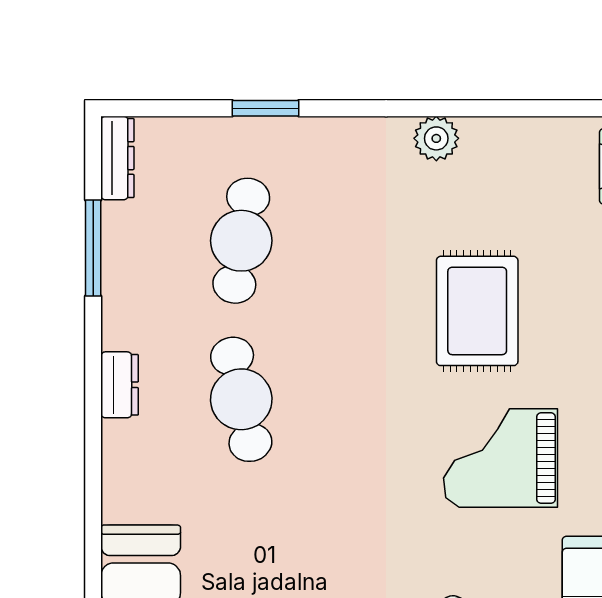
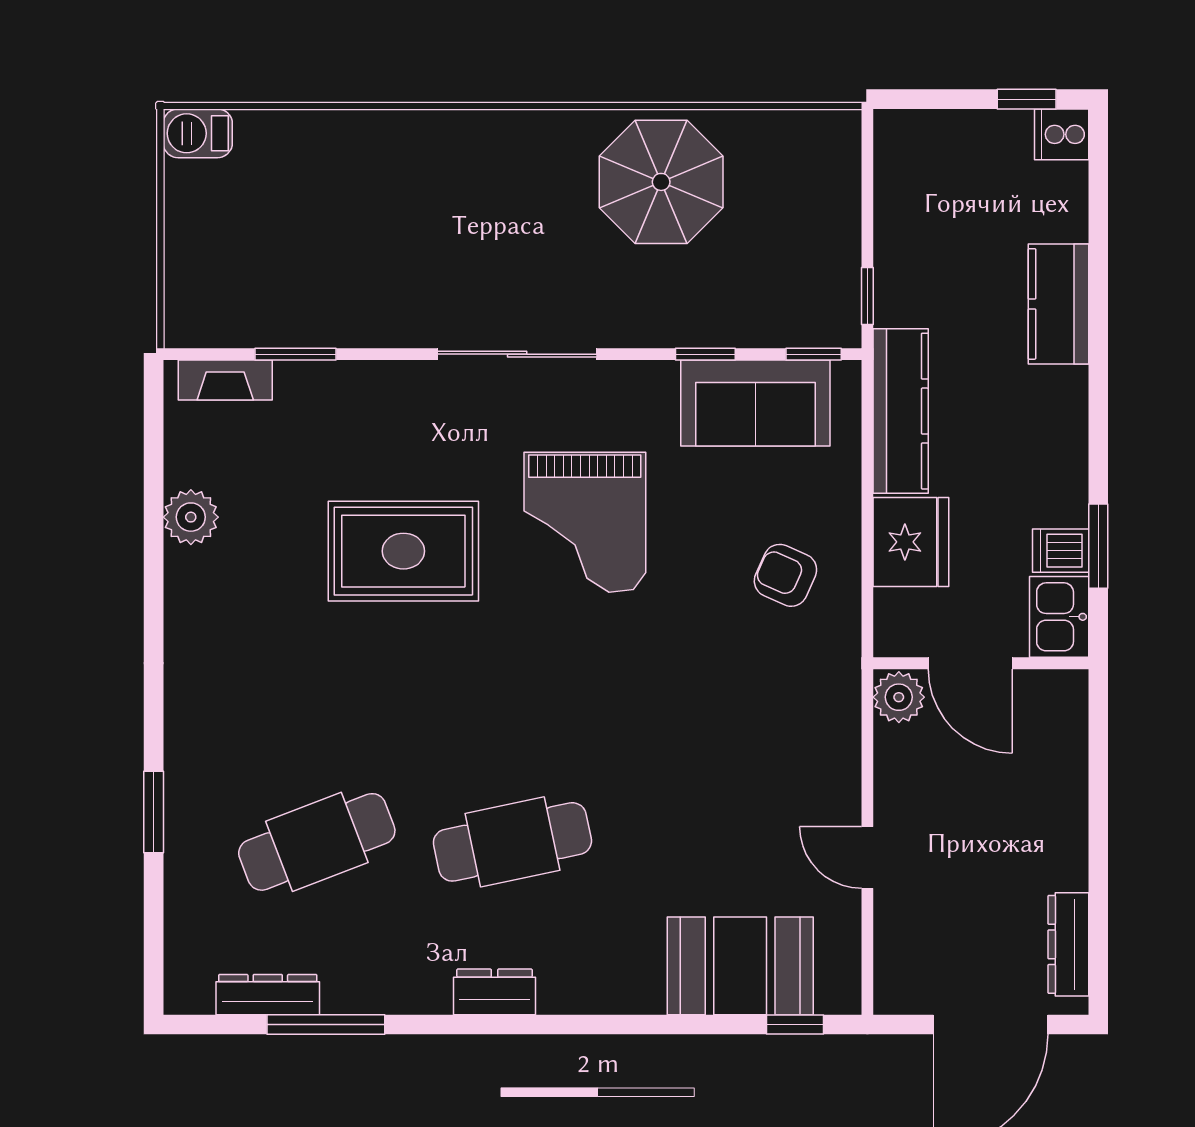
plant: (436, 138) -> (191, 517), moved
dresser: (117, 158) -> (268, 995), moved
cafe table: (241, 241) -> (317, 842), turned -30

